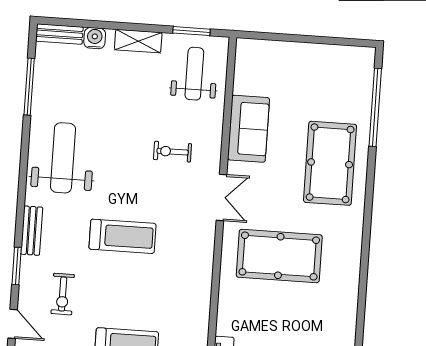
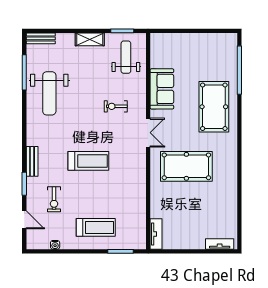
water cooler: (95, 38) -> (63, 39), removed
weight bench: (63, 158) -> (49, 93), moved, turned 180

